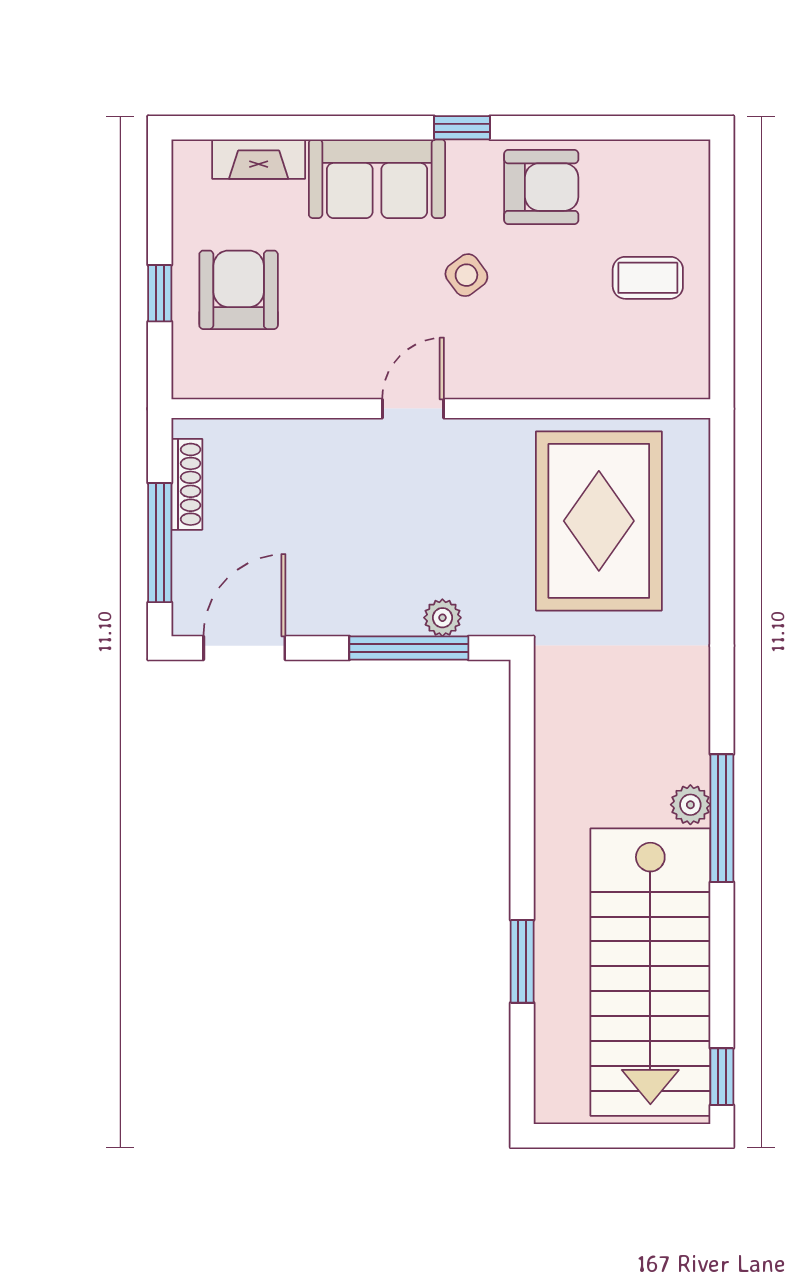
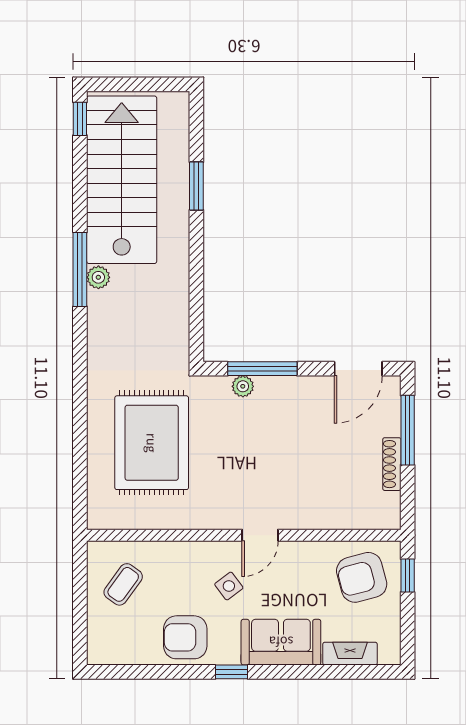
coffee table: (648, 278) -> (123, 584), turned -54
armchair: (239, 290) -> (362, 577), turned 75
door: (413, 409) -> (260, 535), moved
wall: (441, 409) -> (244, 535), moved

